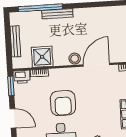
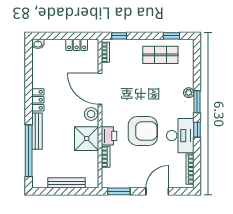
locker: (84, 13) -> (38, 100), added
shower: (42, 57) -> (87, 139), moved
printer: (22, 77) -> (109, 136), moved

